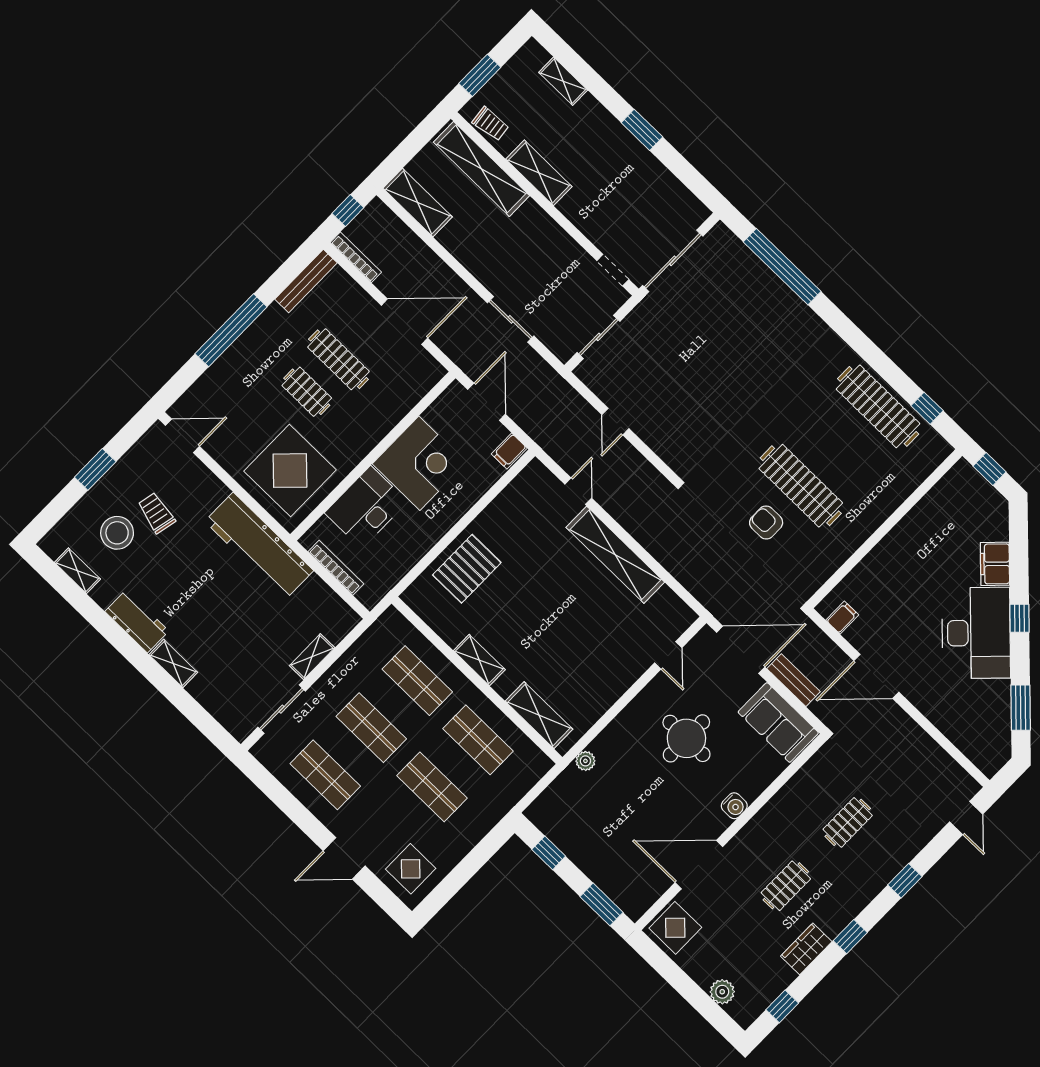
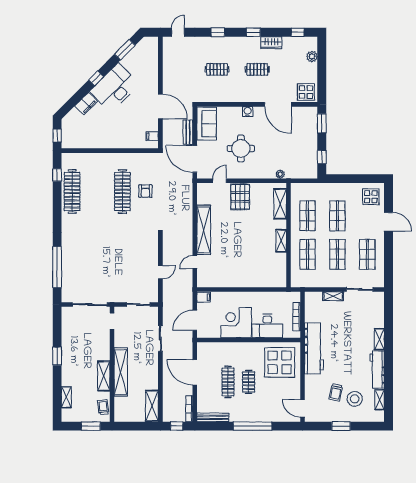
shelving: (482, 169) -> (121, 372), moved
pallet: (467, 569) -> (240, 197), moved, turned 90
workbench: (137, 621) -> (377, 369), width x1.37

